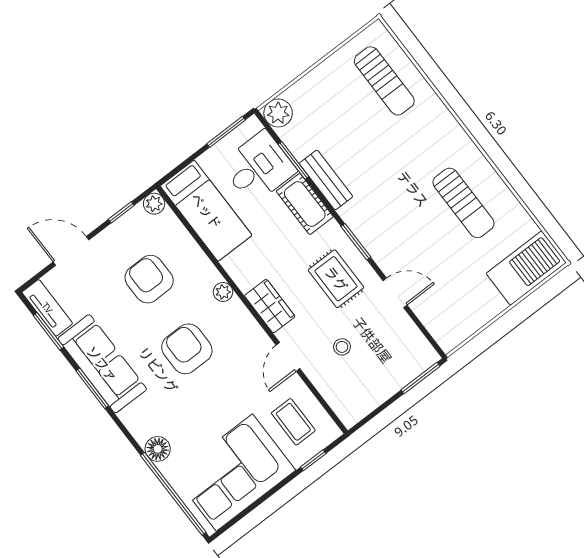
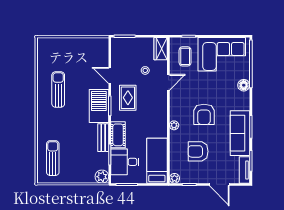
barbecue: (526, 268) -> (99, 106), moved, turned 90
armchair: (149, 279) -> (198, 151), turned 90
wardrobe: (270, 306) -> (161, 49), moved

